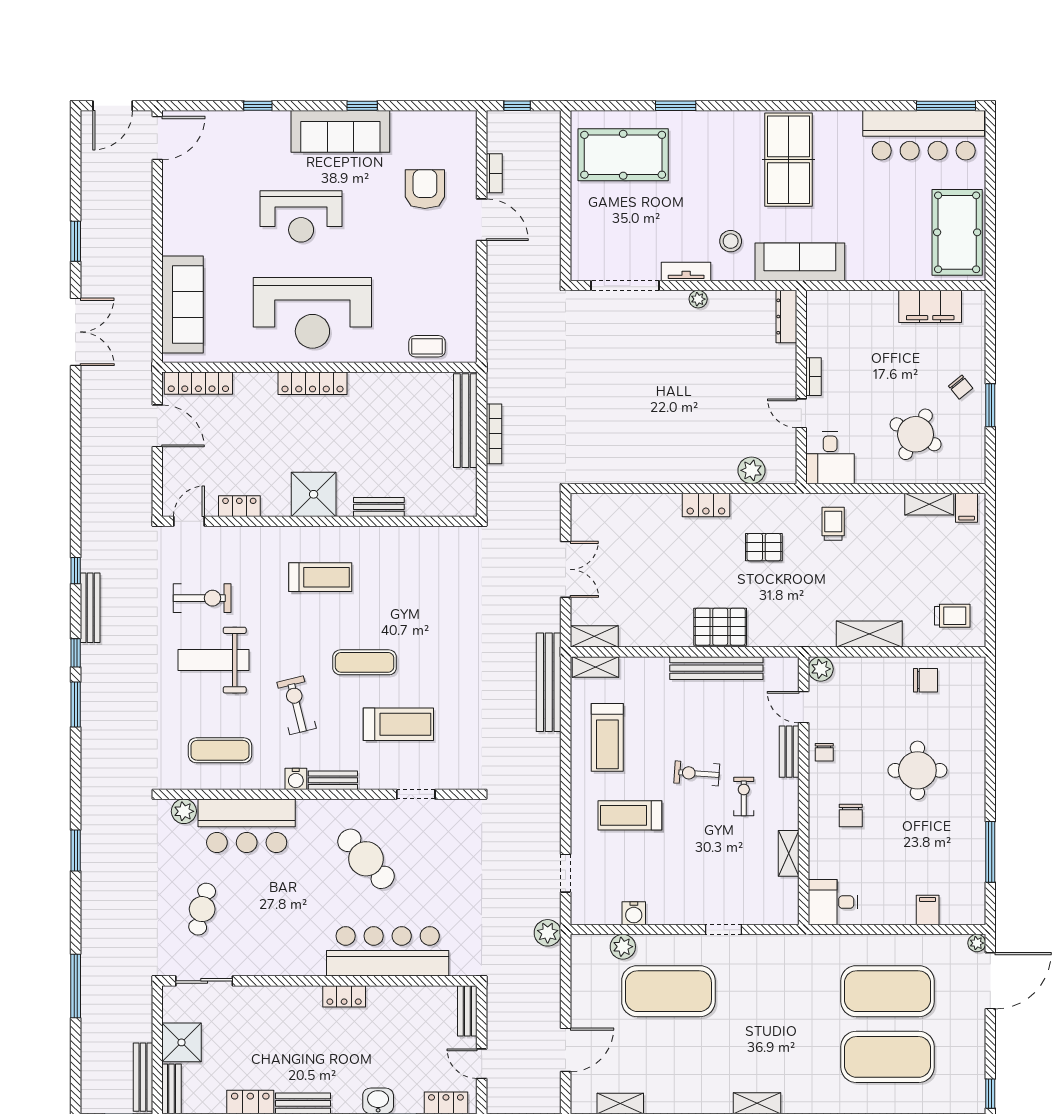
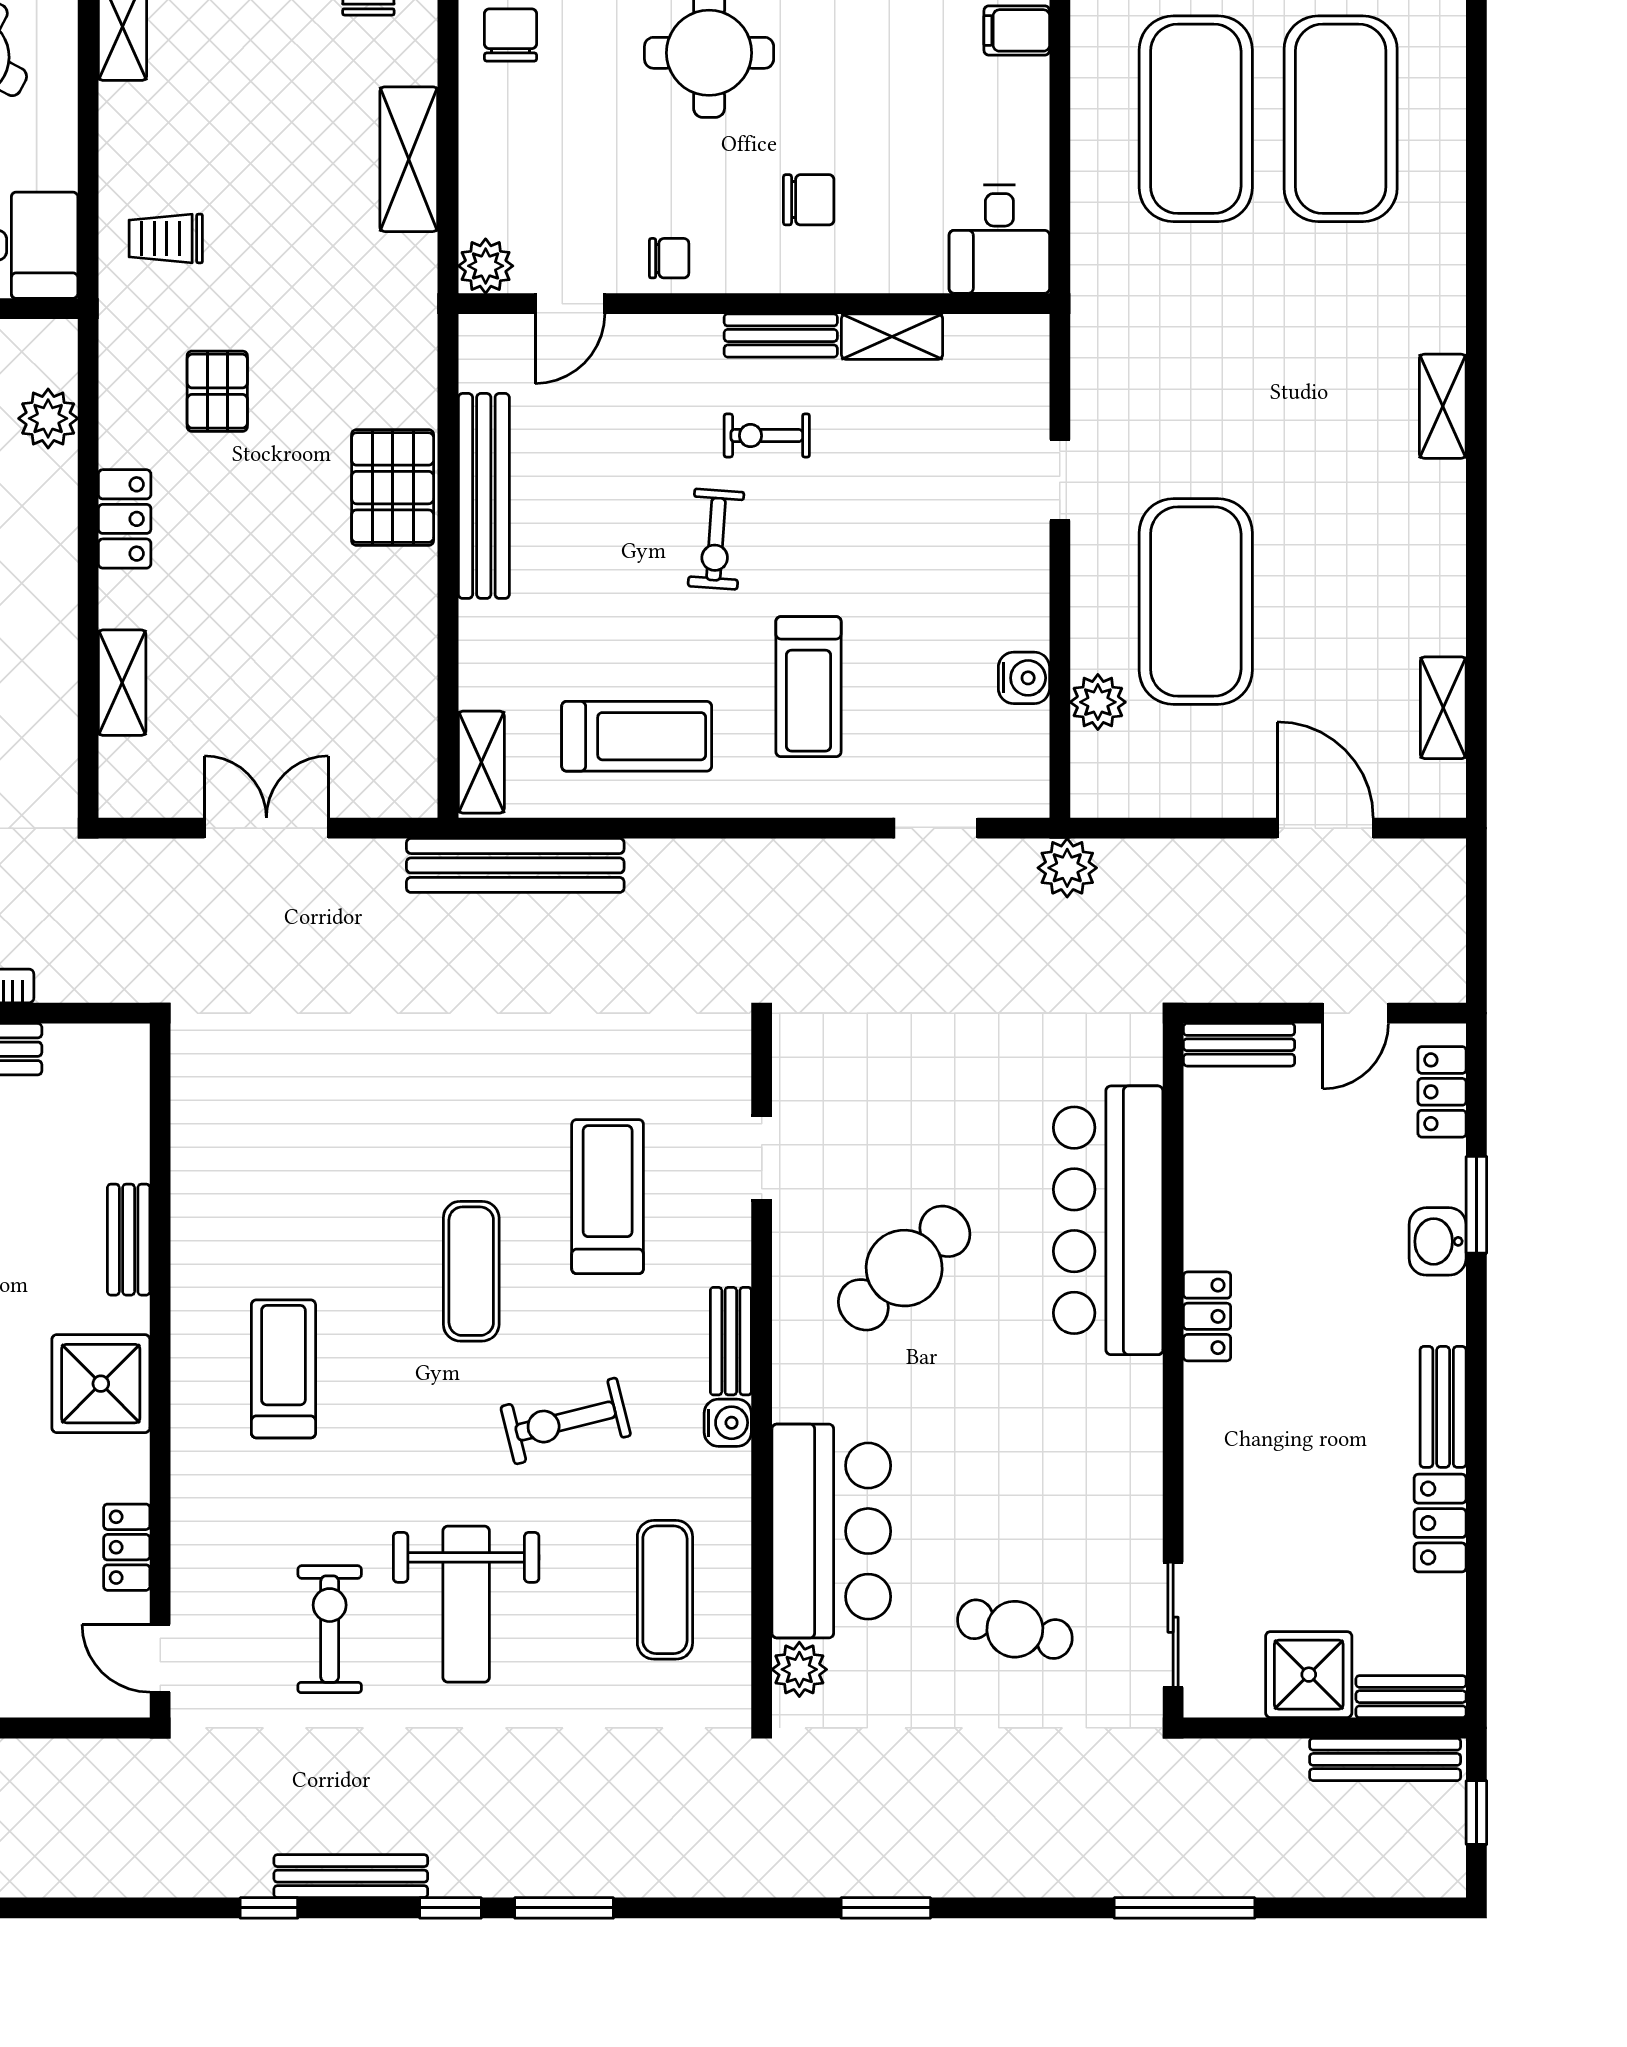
shelving: (594, 636) -> (122, 683), moved
bench: (789, 752) -> (781, 335), moved

